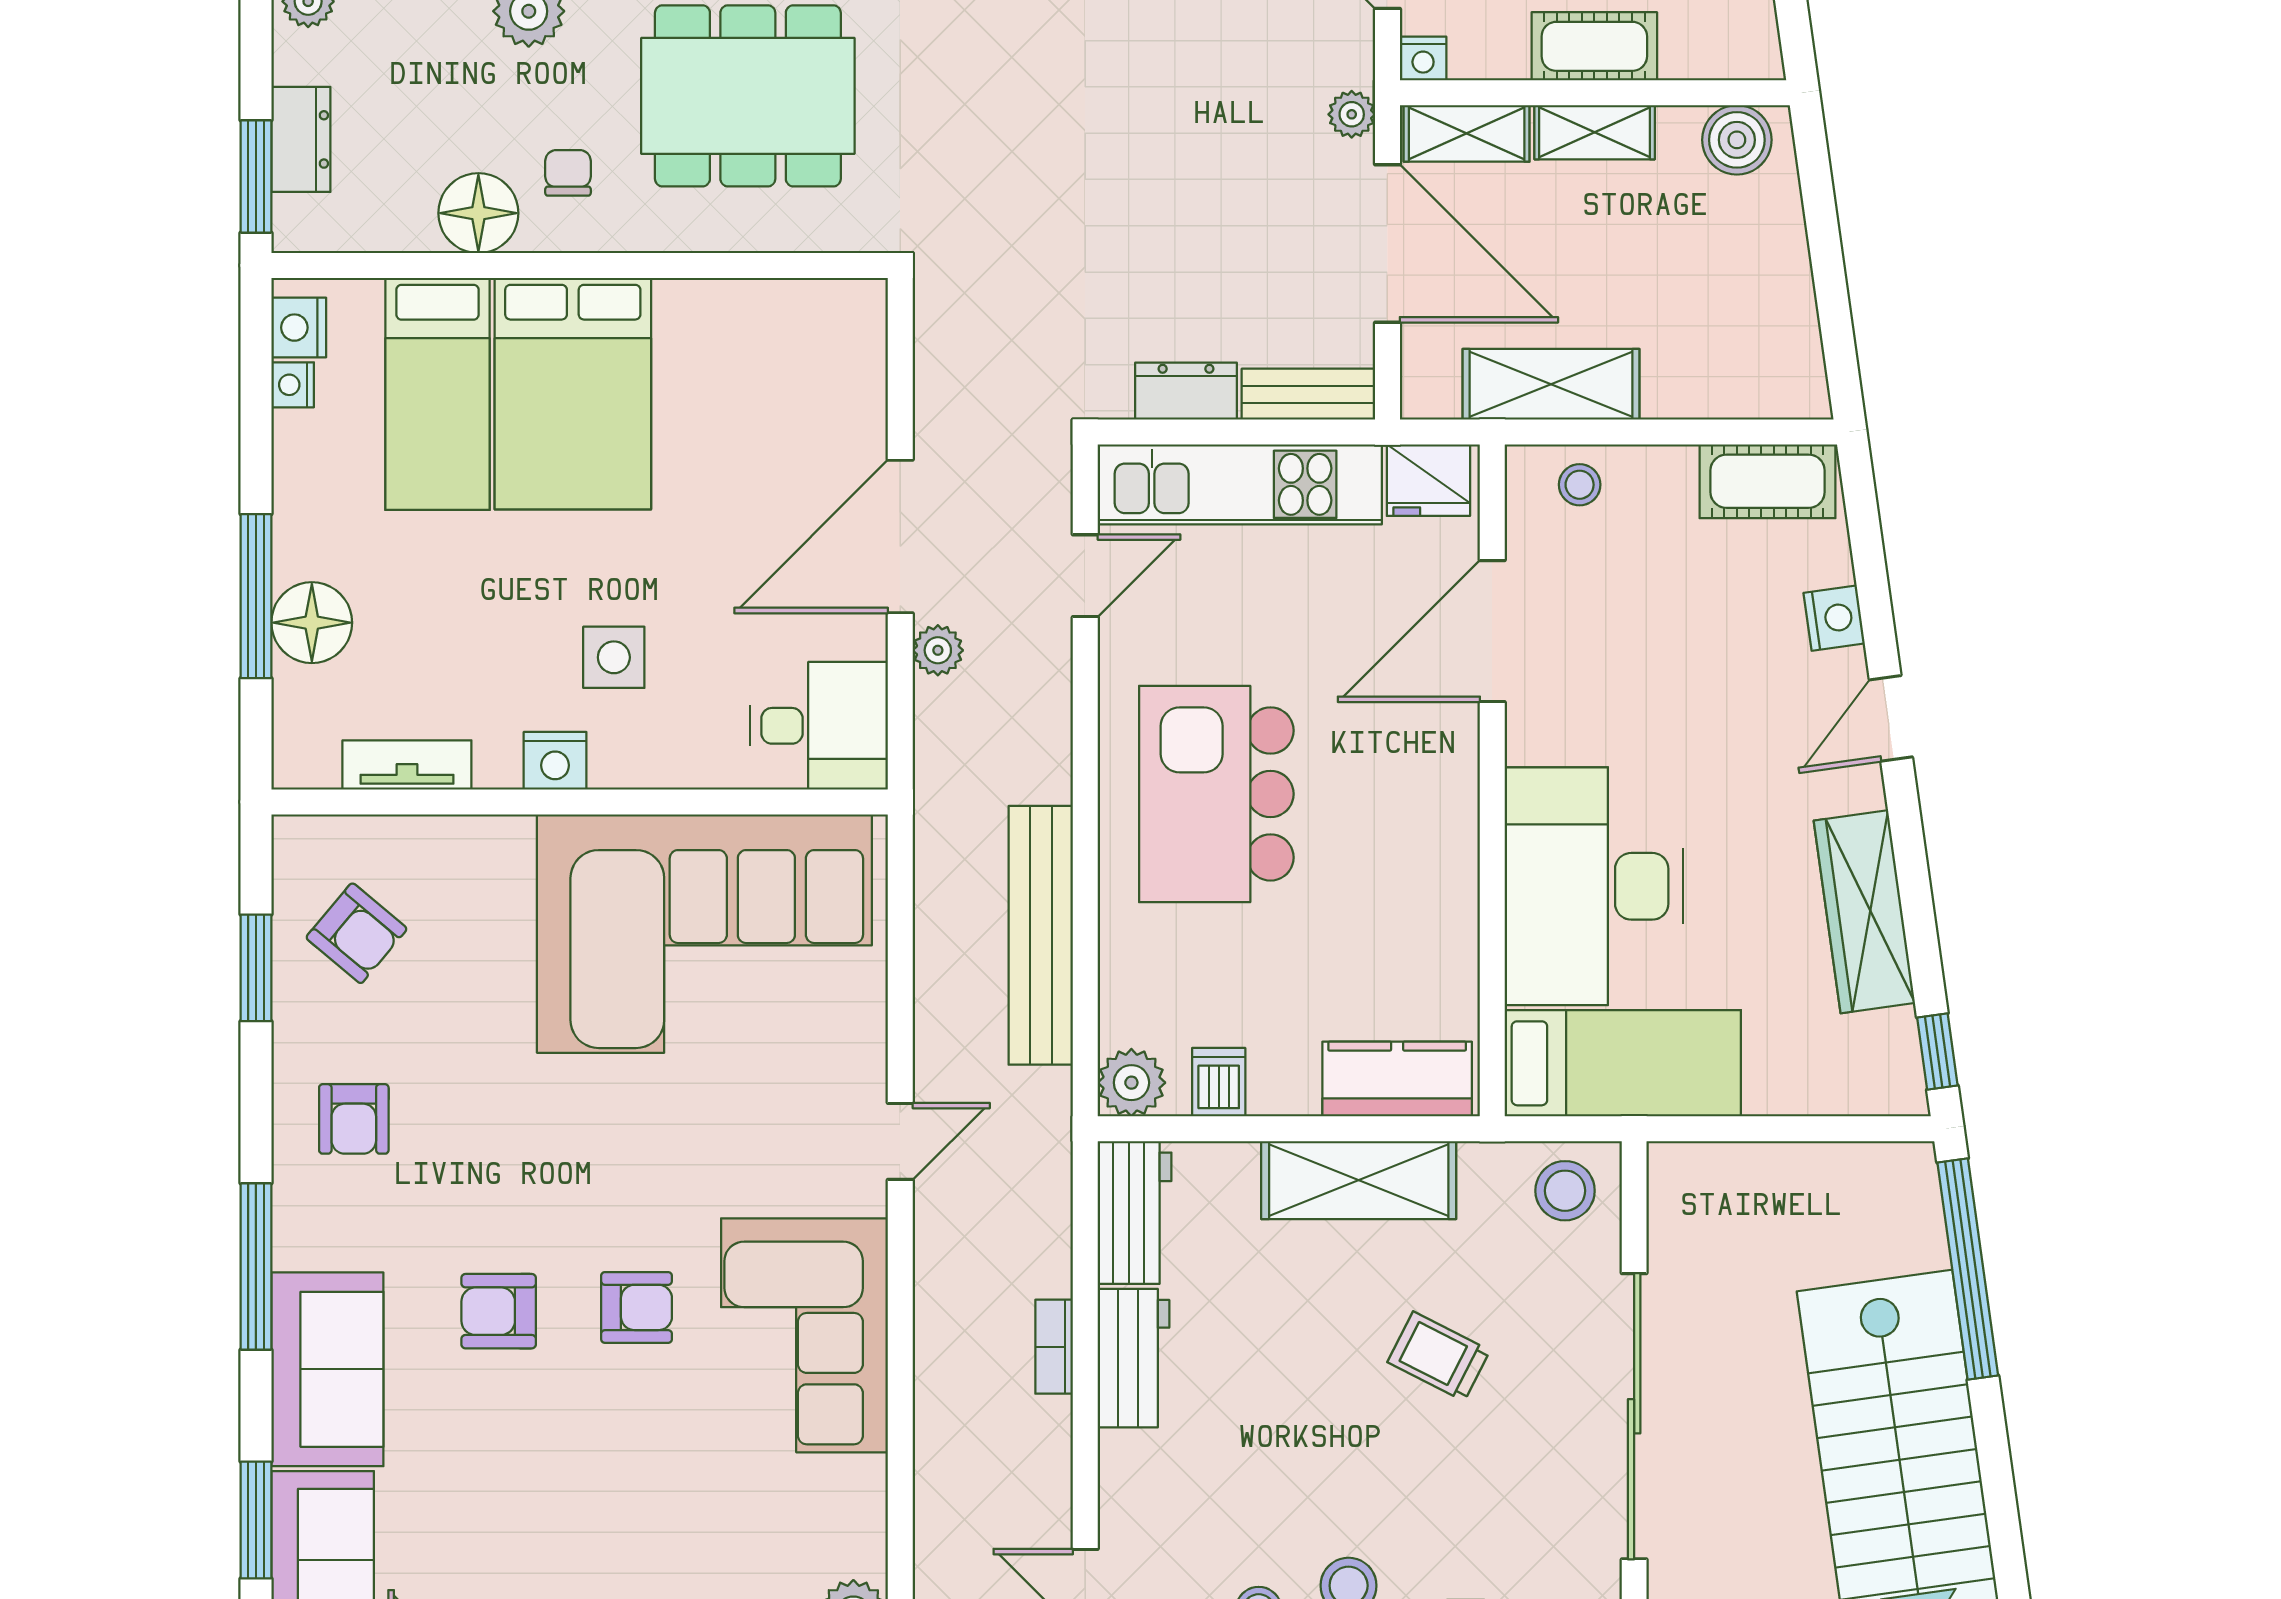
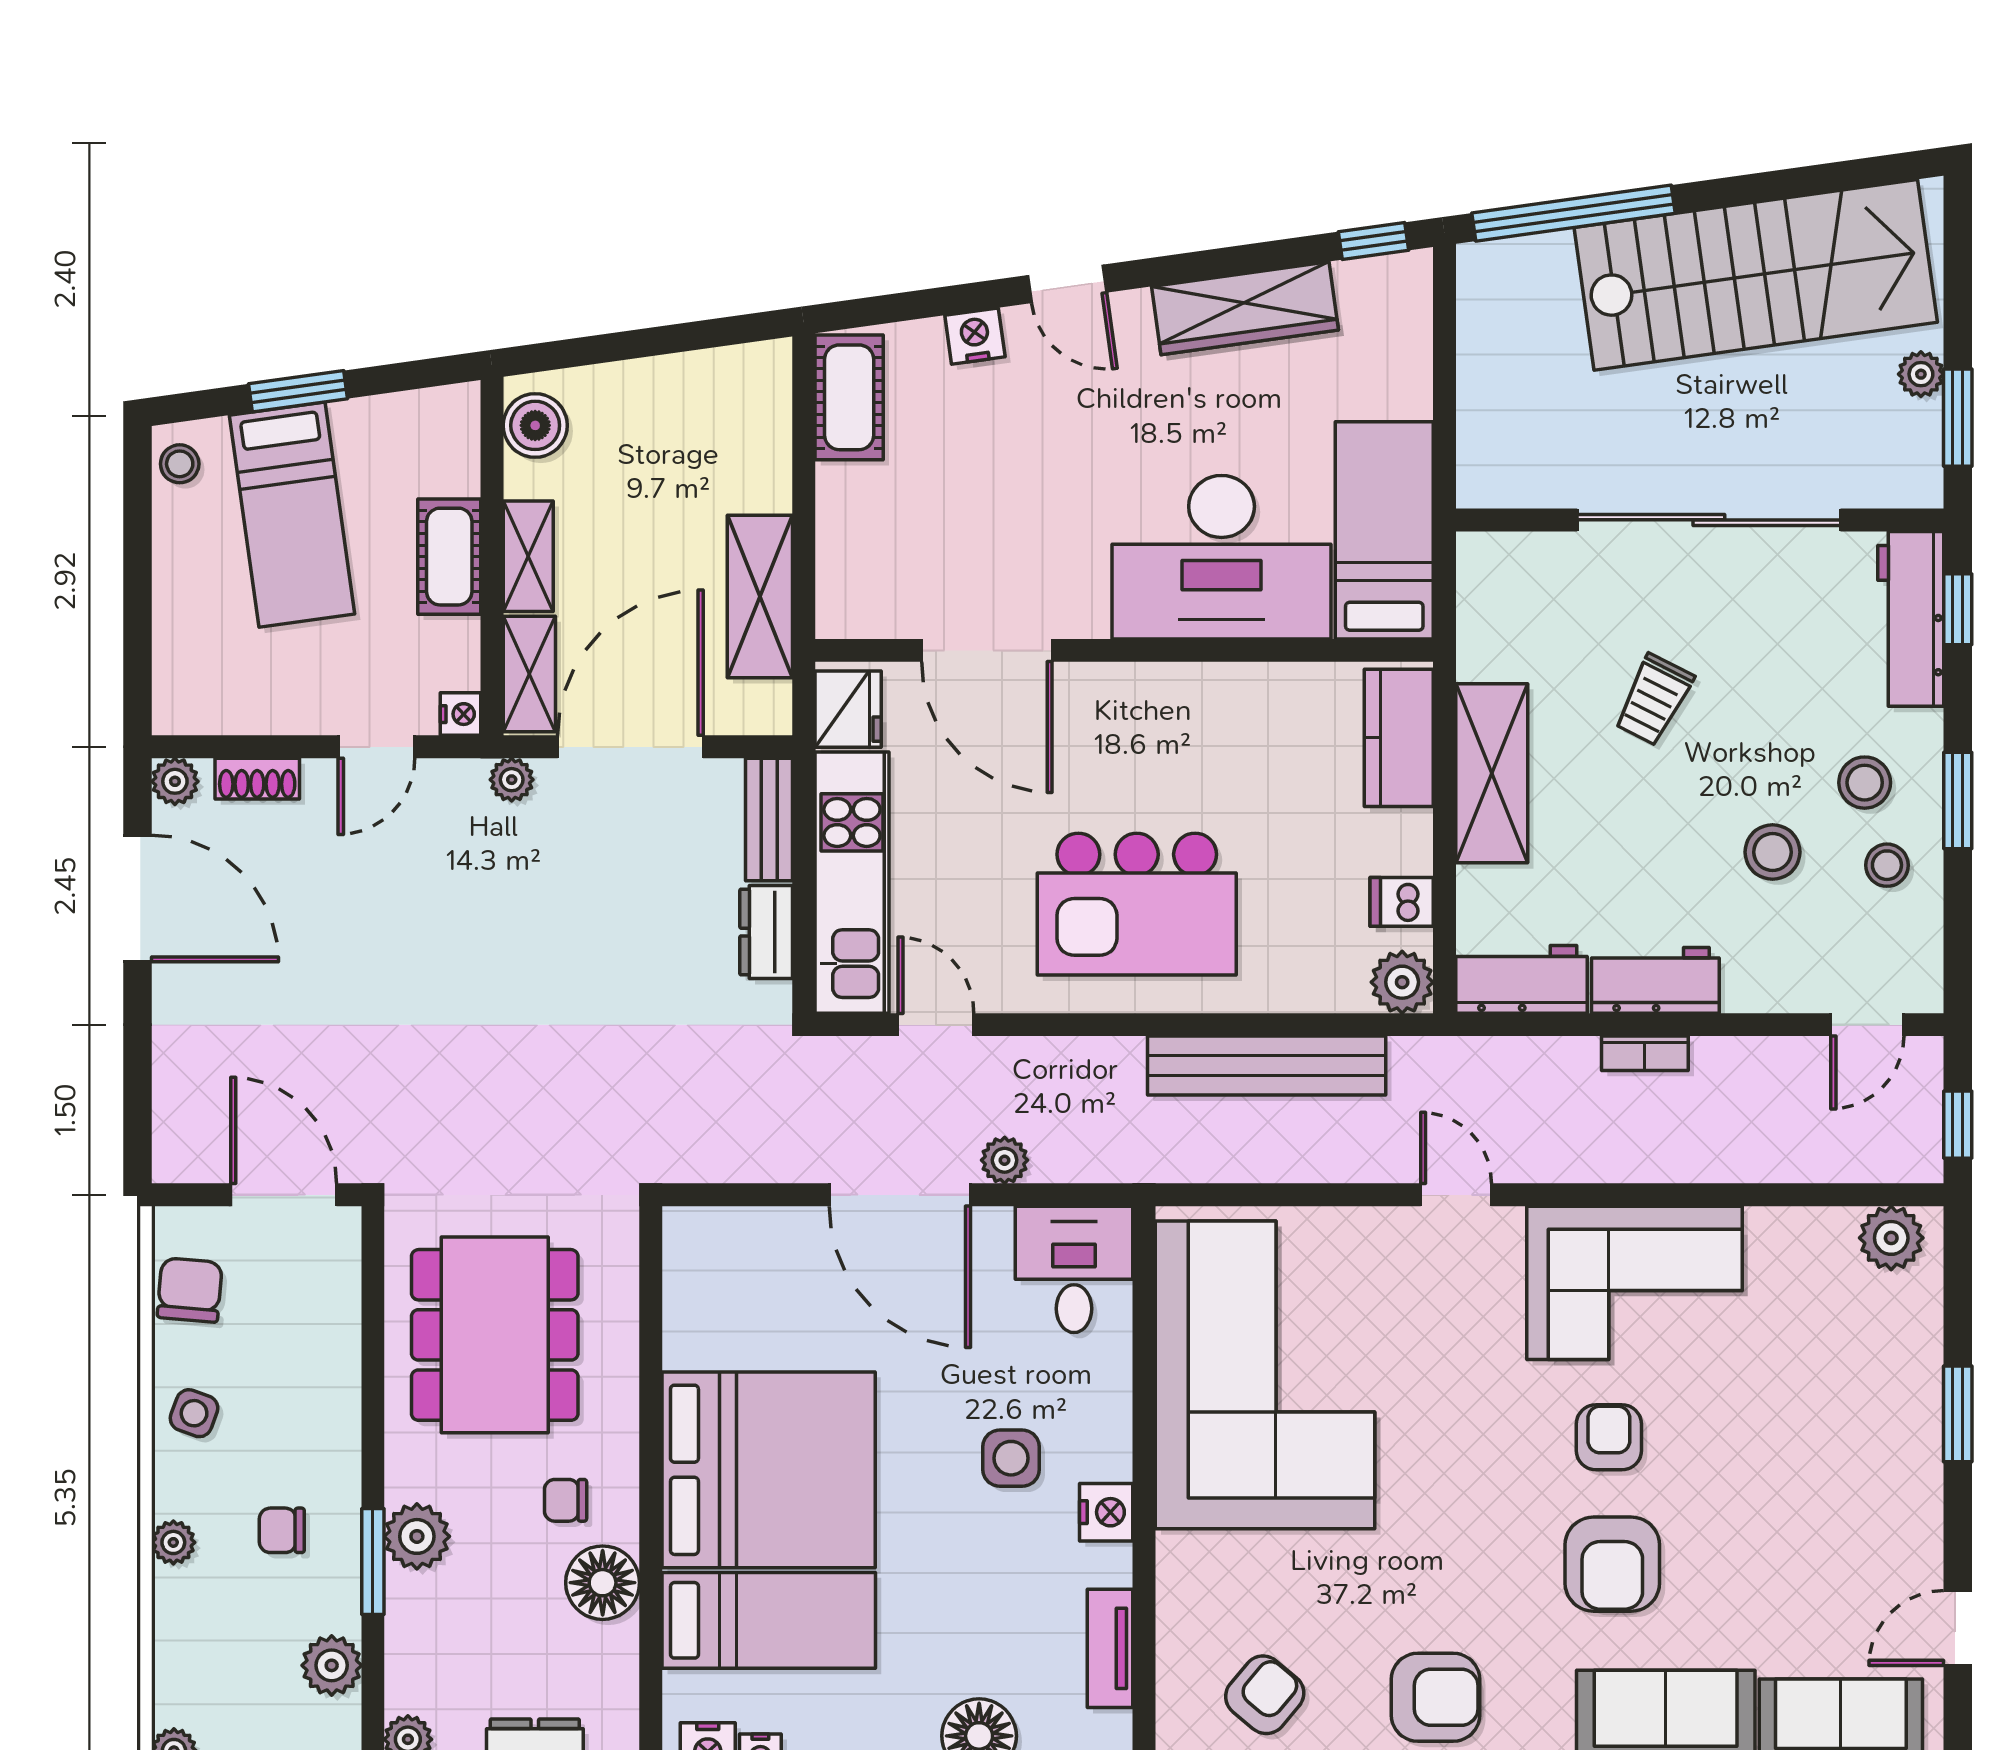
bed: (573, 394) -> (769, 1470), width x1.36
stool: (1580, 485) -> (852, 570), removed
armchair: (354, 1119) -> (1436, 1697), width x1.38, depth x1.38
stool: (1565, 1191) -> (1773, 852), moved
armchair: (499, 1311) -> (1612, 1564), width x1.38, depth x1.38

